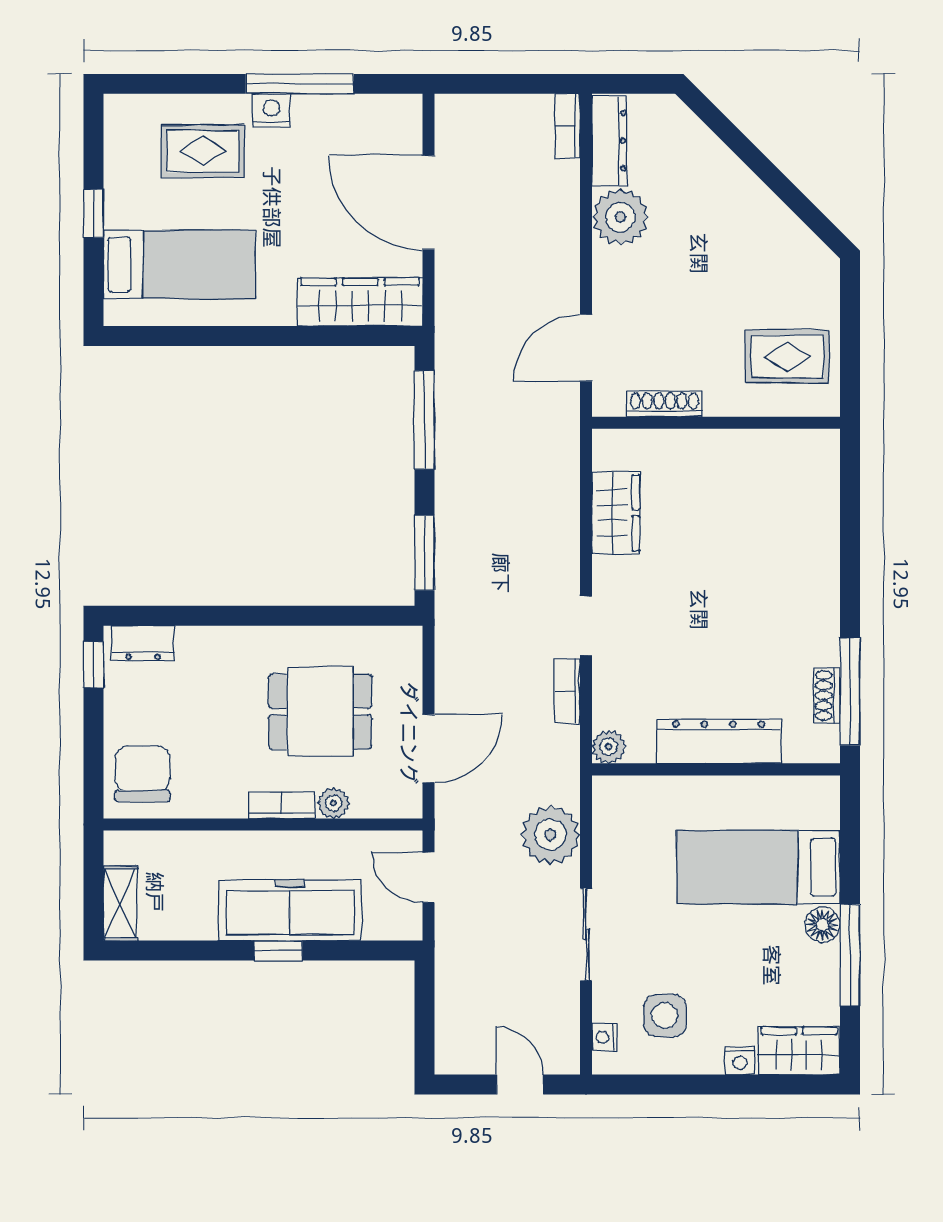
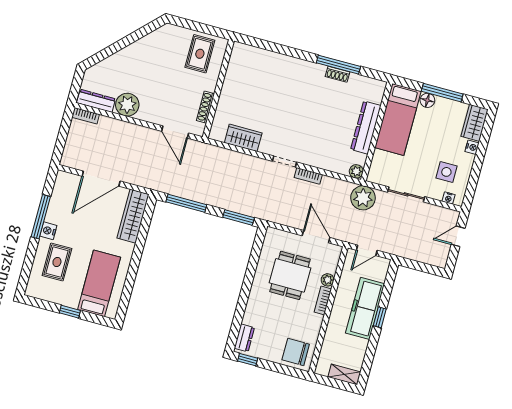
dresser: (719, 741) -> (366, 127), moved
plant: (609, 747) -> (356, 171), moved
wall: (716, 769) -> (377, 132), moved

